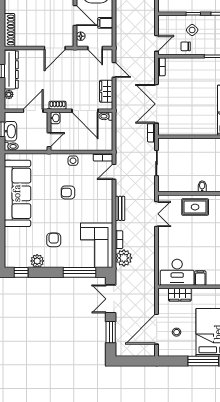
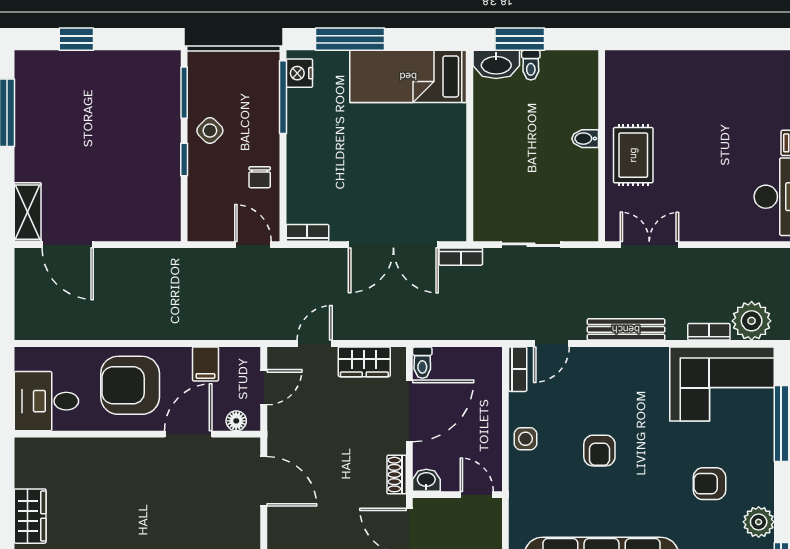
side table: (192, 30) -> (210, 131), moved
door: (114, 172) -> (551, 344), hinge flipped
bench: (120, 208) -> (626, 329), width x1.36

